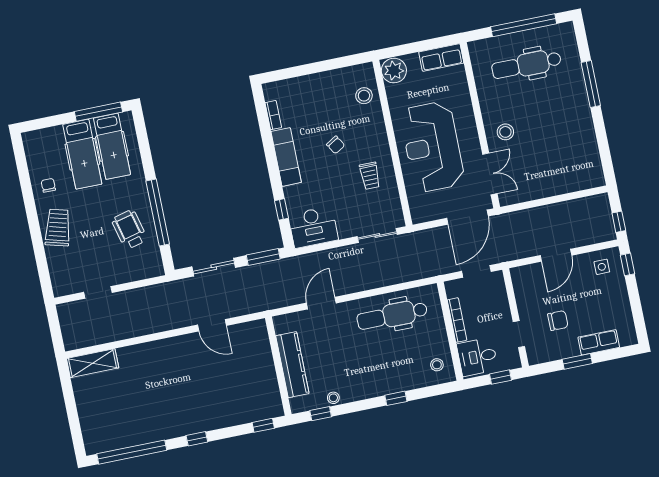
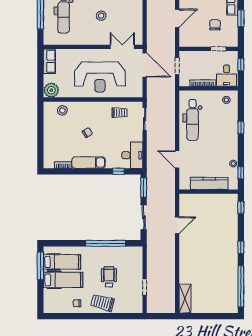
stool: (505, 132) -> (101, 16), moved
trolley: (370, 176) -> (119, 113), moved
wheelchair: (129, 229) -> (109, 277), moved, turned 104
door: (556, 255) -> (177, 18), hinge flipped

